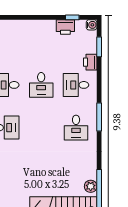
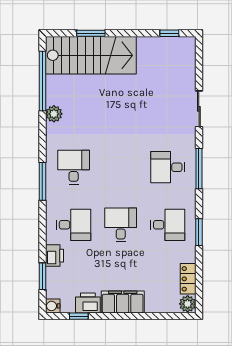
filing cabinet: (40, 28) -> (123, 302), added
plant: (91, 186) -> (54, 114), moved

